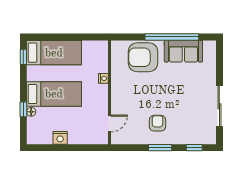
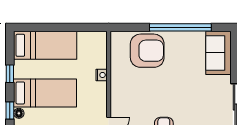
sofa: (183, 51) -> (219, 53), moved, turned 90
window: (23, 57) -> (10, 74), moved
armchair: (143, 57) -> (147, 51), turned 180

